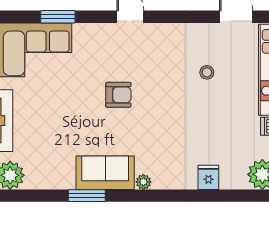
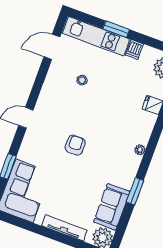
sofa: (105, 173) -> (112, 207), moved

